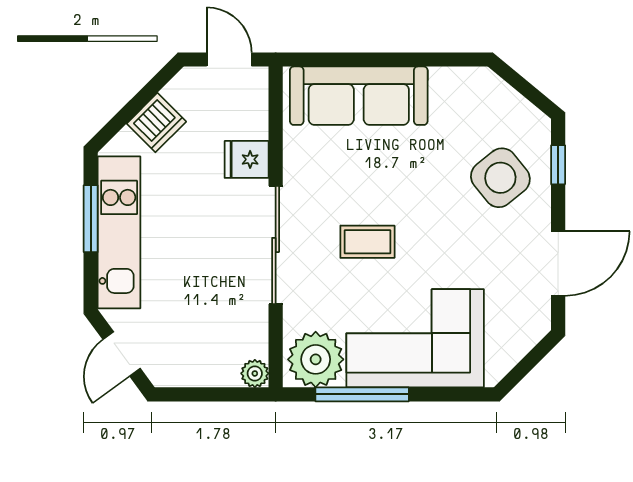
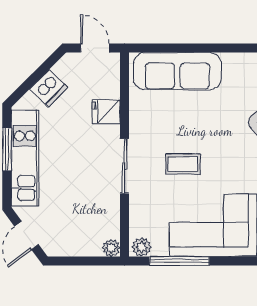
sliding door: (276, 245) -> (124, 166), width x0.73
plant: (316, 359) -> (142, 247), width x0.53, depth x0.53

